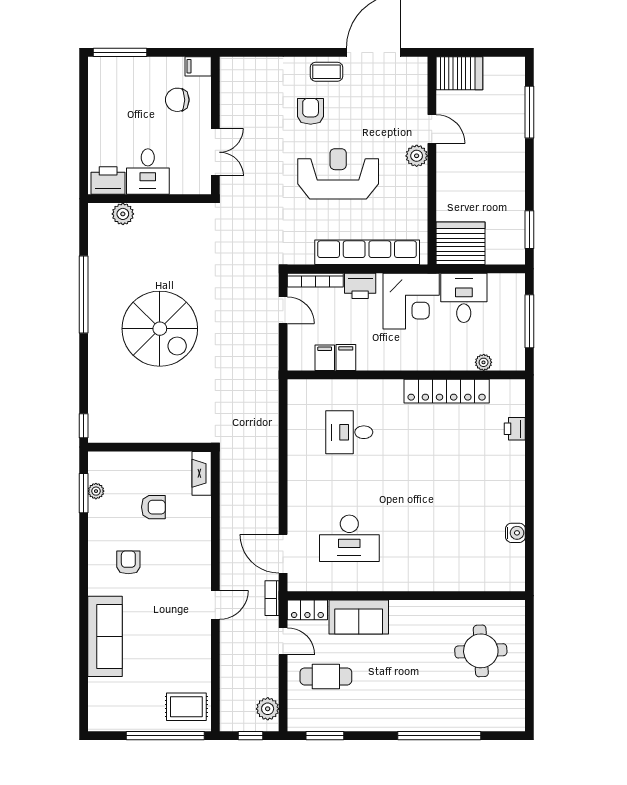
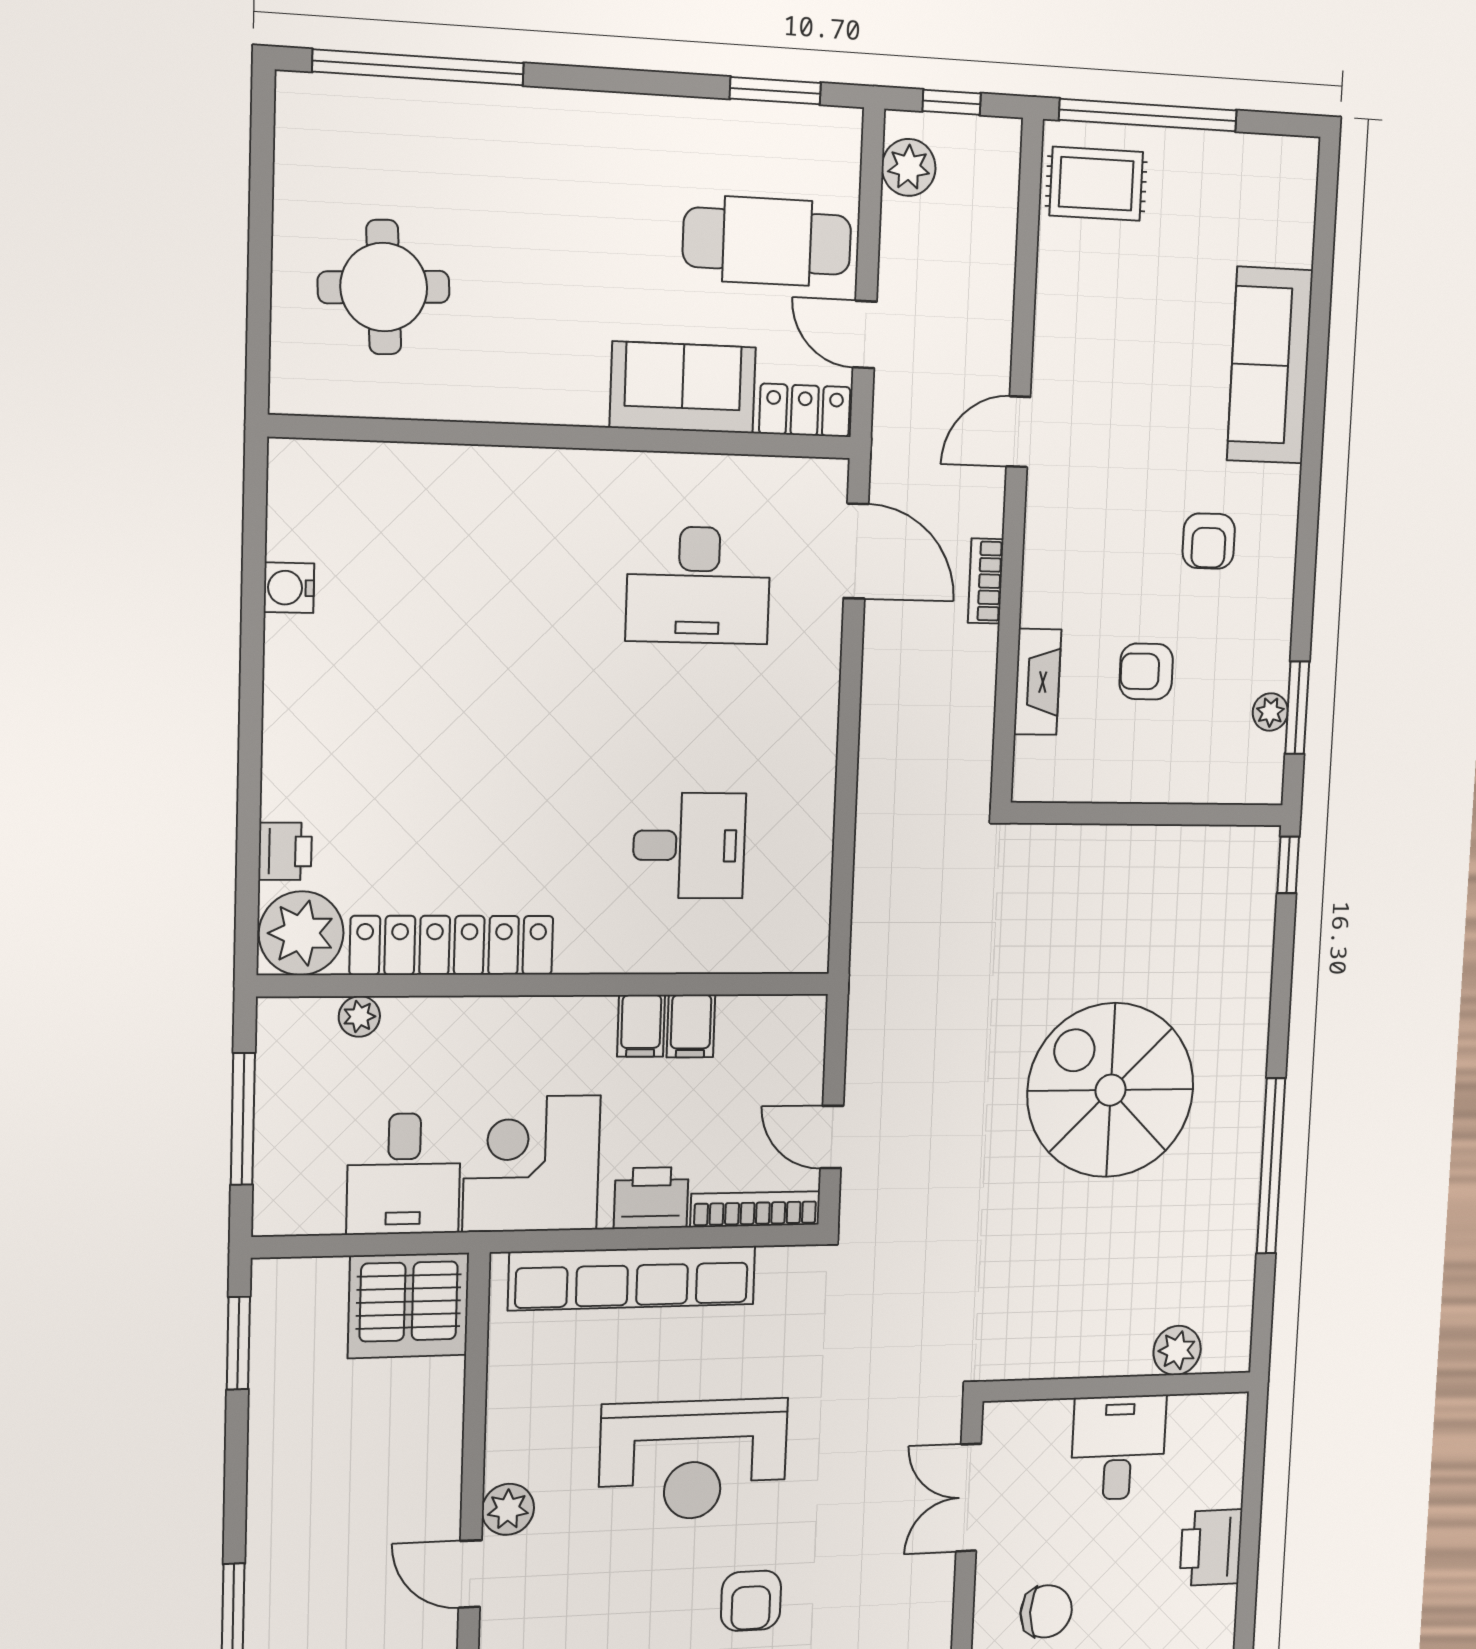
printer: (108, 181) -> (1211, 1548), moved, turned 90
filing cabinet: (325, 358) -> (641, 1026), moved
plant: (508, 396) -> (301, 933), added
fireplace: (202, 473) -> (1038, 682), moved
desk: (349, 538) -> (698, 585), turned 180
bookcase: (272, 598) -> (986, 581), moved, turned 180
cafe table: (326, 676) -> (767, 241), width x1.37, depth x1.35
window: (439, 736) -> (418, 67), moved

